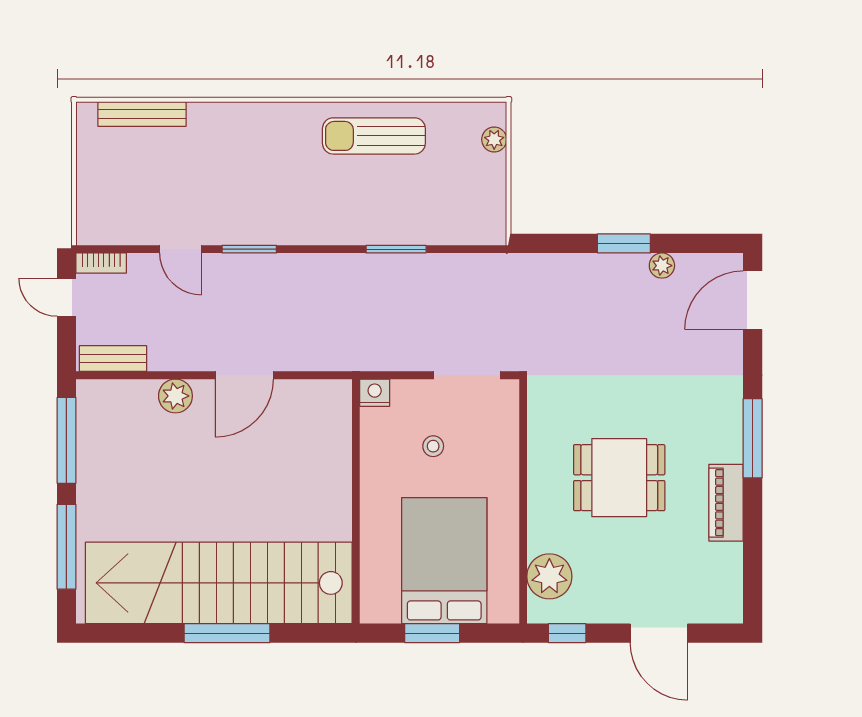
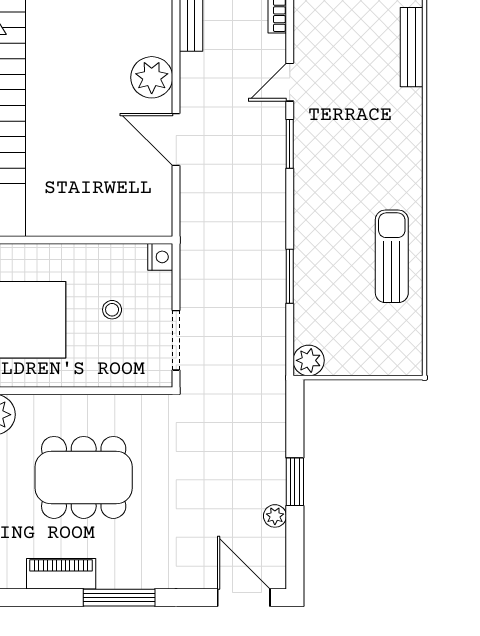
plant: (494, 139) -> (309, 360), moved, width x1.38, depth x1.38
plant: (175, 396) -> (152, 77), width x1.36, depth x1.36
dining table: (619, 478) -> (84, 477), width x1.38

